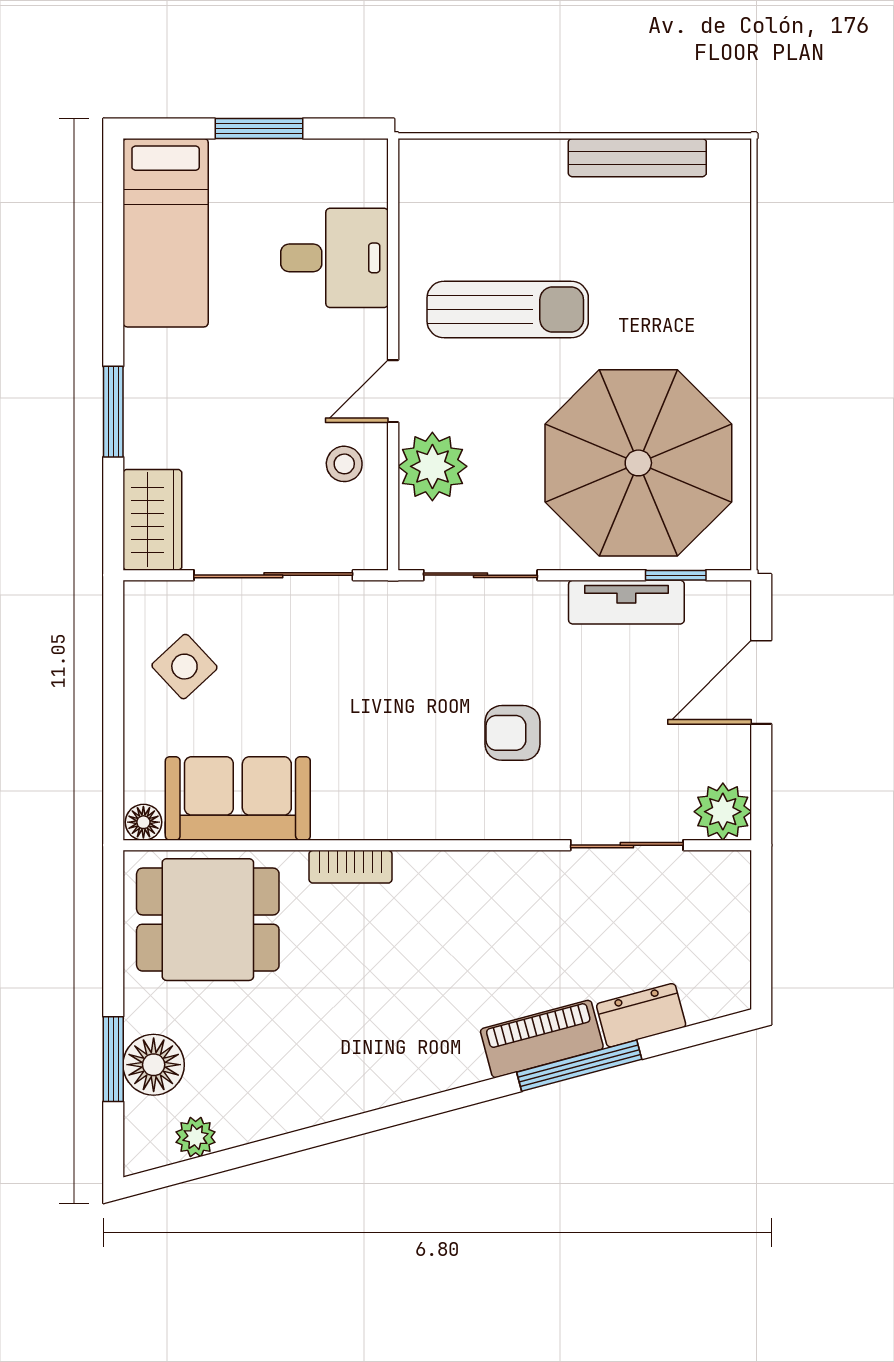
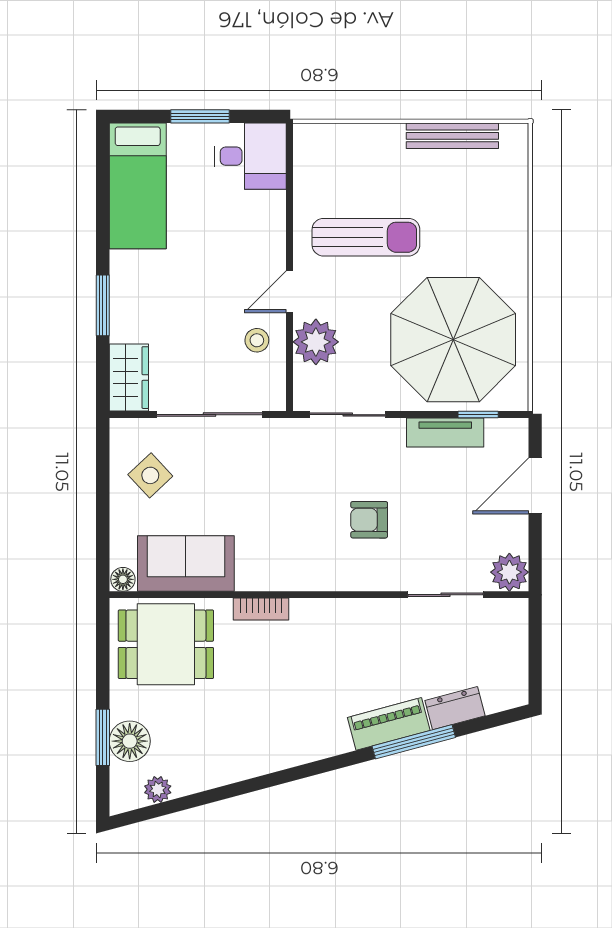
desk: (335, 258) -> (250, 156), moved

